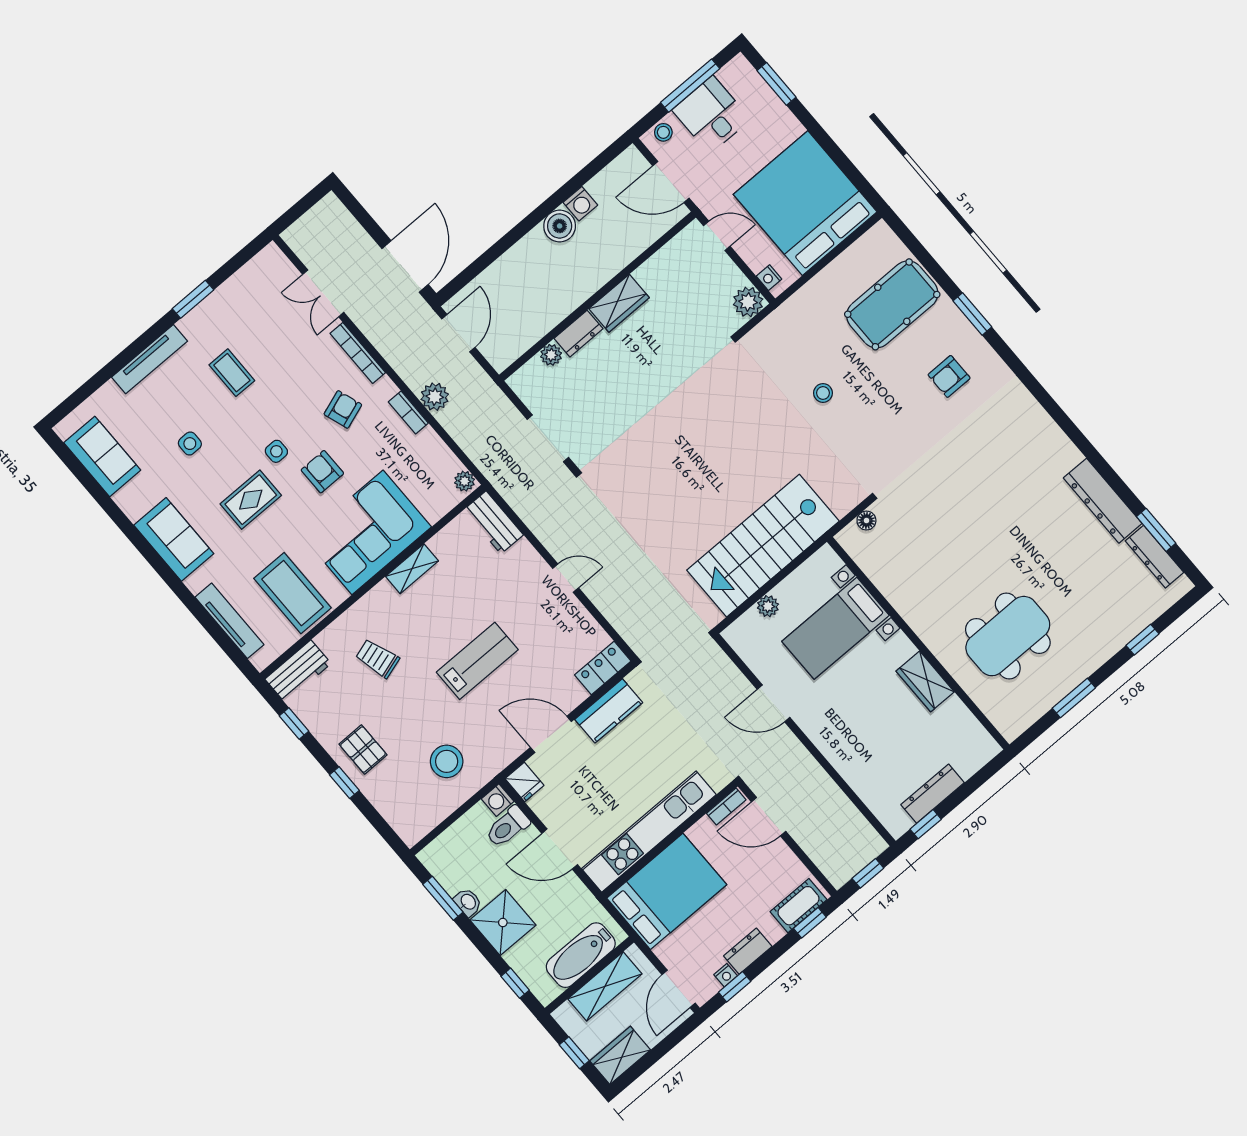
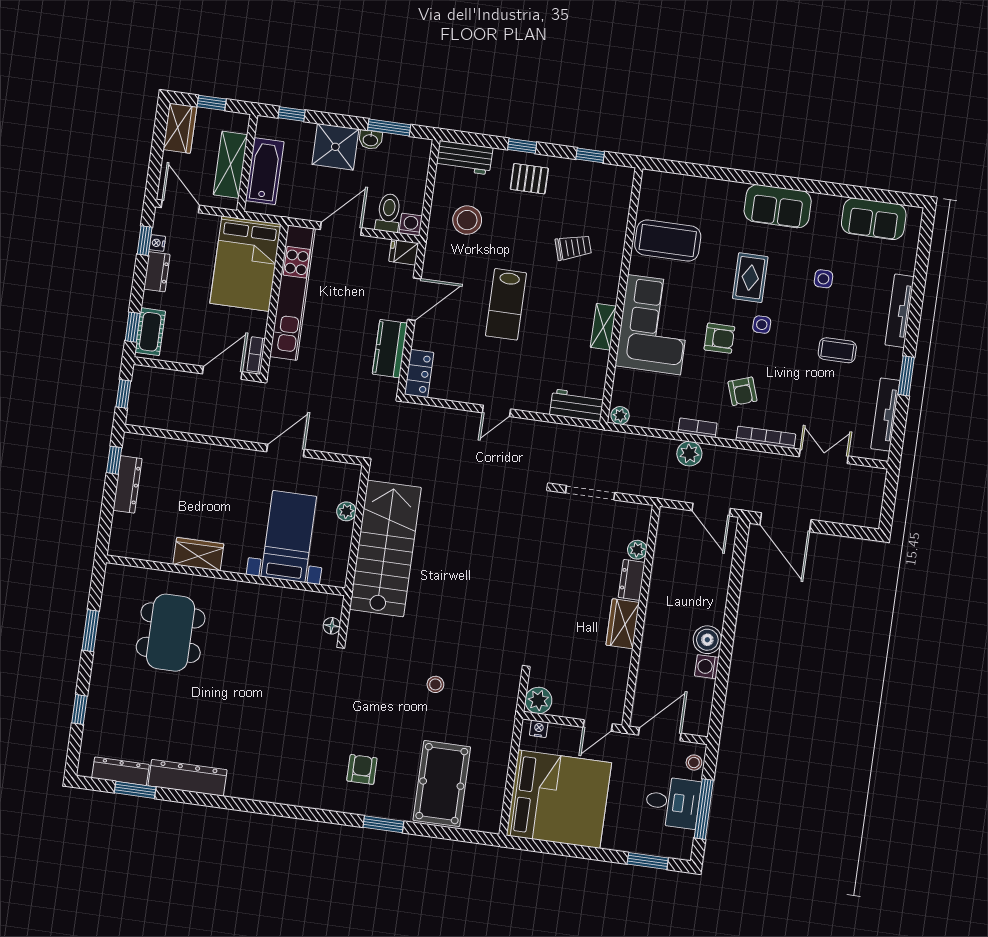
tv unit: (229, 621) -> (885, 415), moved, turned 90
workbench: (298, 671) -> (464, 158), moved, turned -90

